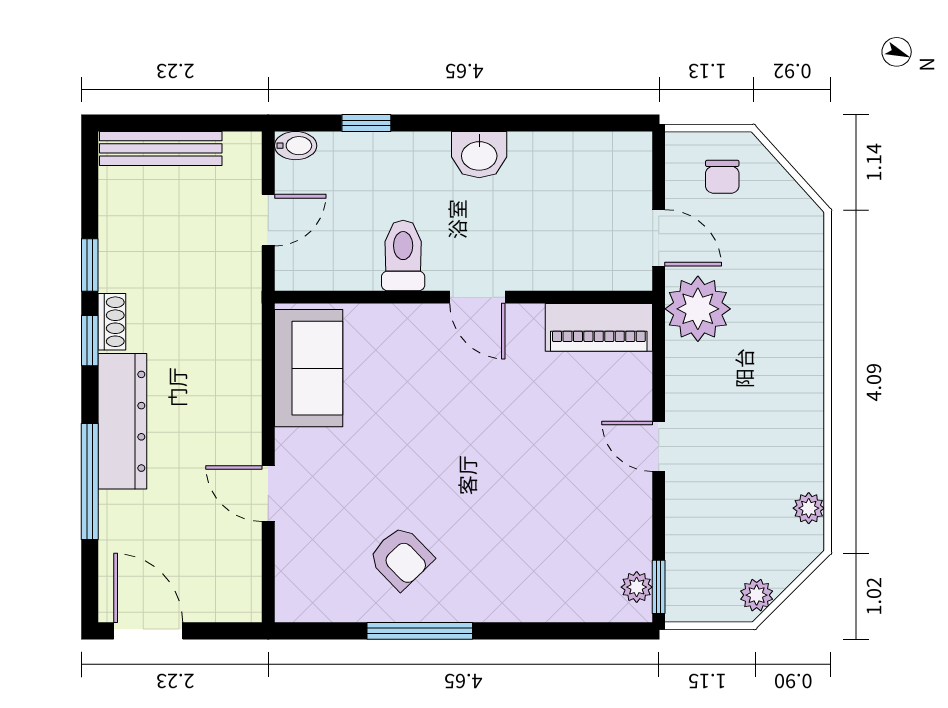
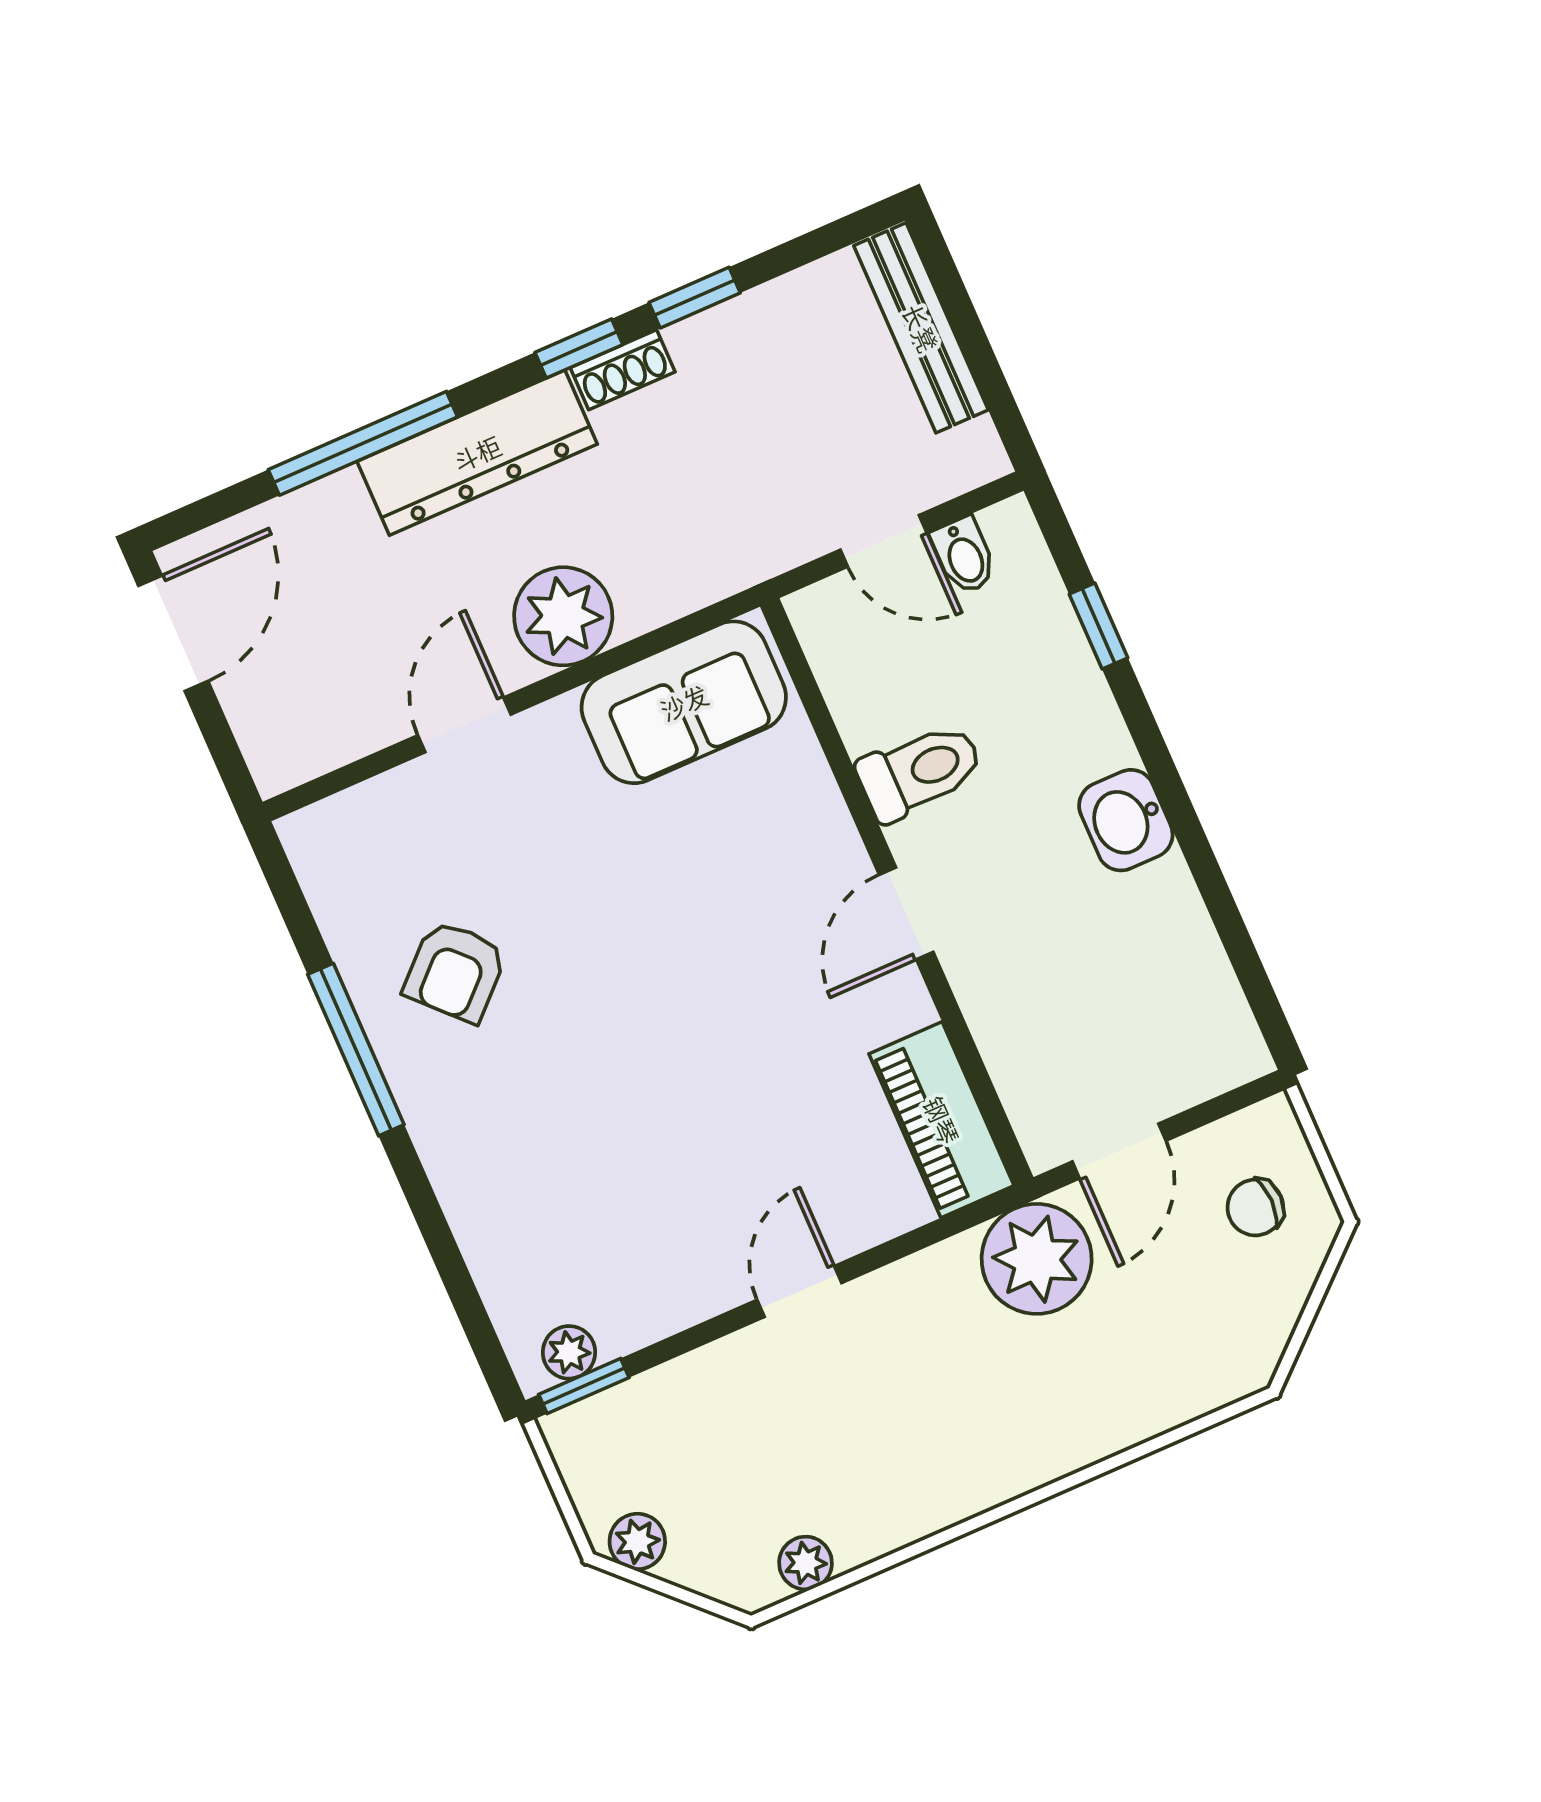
bidet: (296, 146) -> (964, 556), moved
plant: (233, 413) -> (563, 616), added

